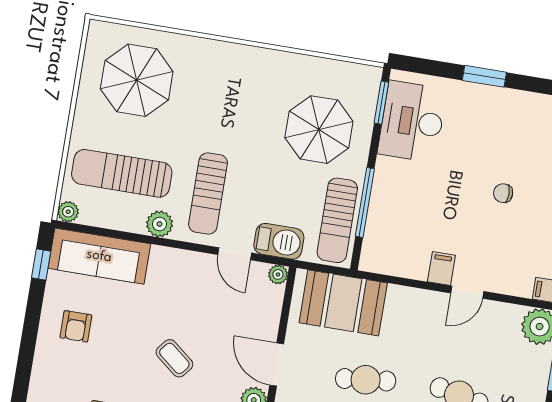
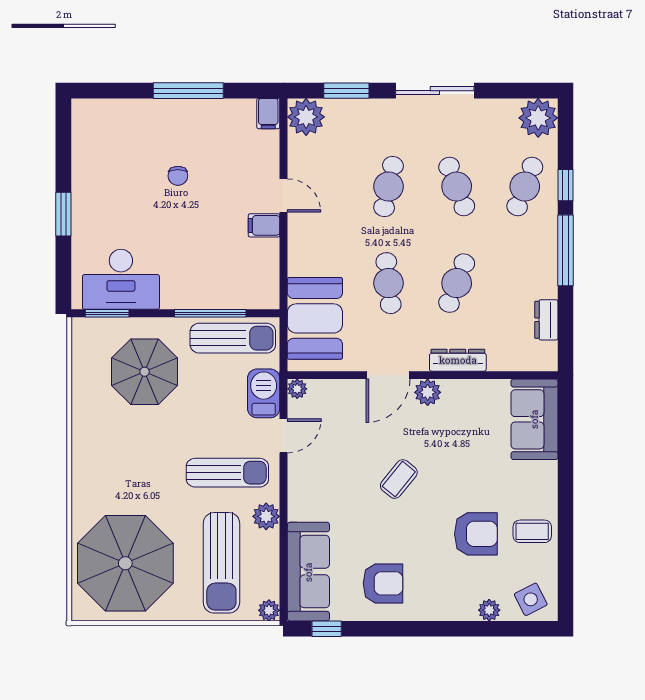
parasol: (137, 80) -> (125, 563), width x1.36, depth x1.36
armchair: (76, 326) -> (383, 583), width x1.38, depth x1.38

